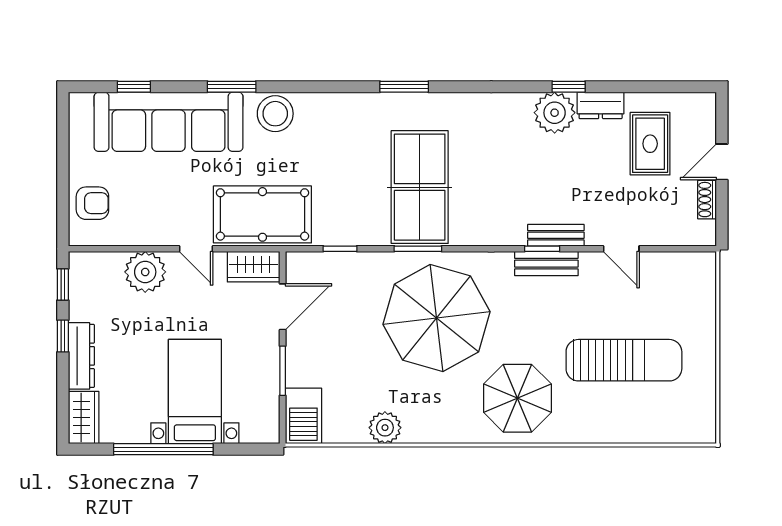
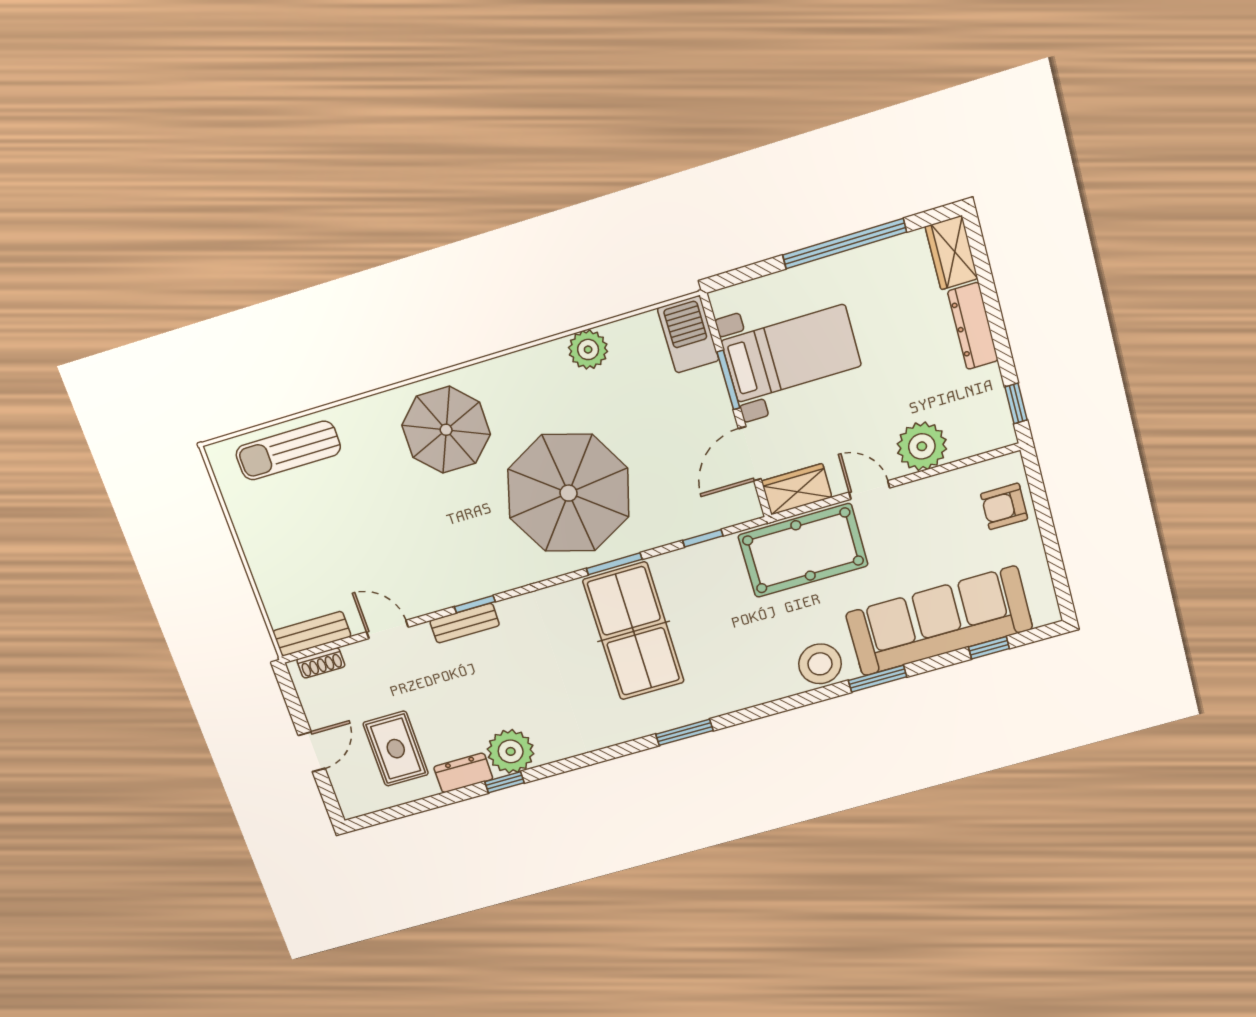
shoe rack: (707, 200) -> (321, 663), moved, turned 90
bench: (546, 264) -> (312, 634), moved
window: (63, 336) -> (1001, 343), removed
sun lounger: (624, 360) -> (288, 451), moved, width x0.73, depth x0.75
bed with nightstands: (195, 392) -> (791, 353), moved, turned -90

